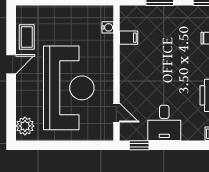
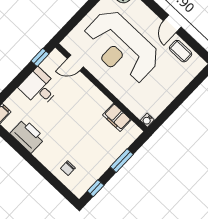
water cooler: (108, 27) -> (147, 120), moved
filing cabinet: (129, 38) -> (117, 117), width x2.00

